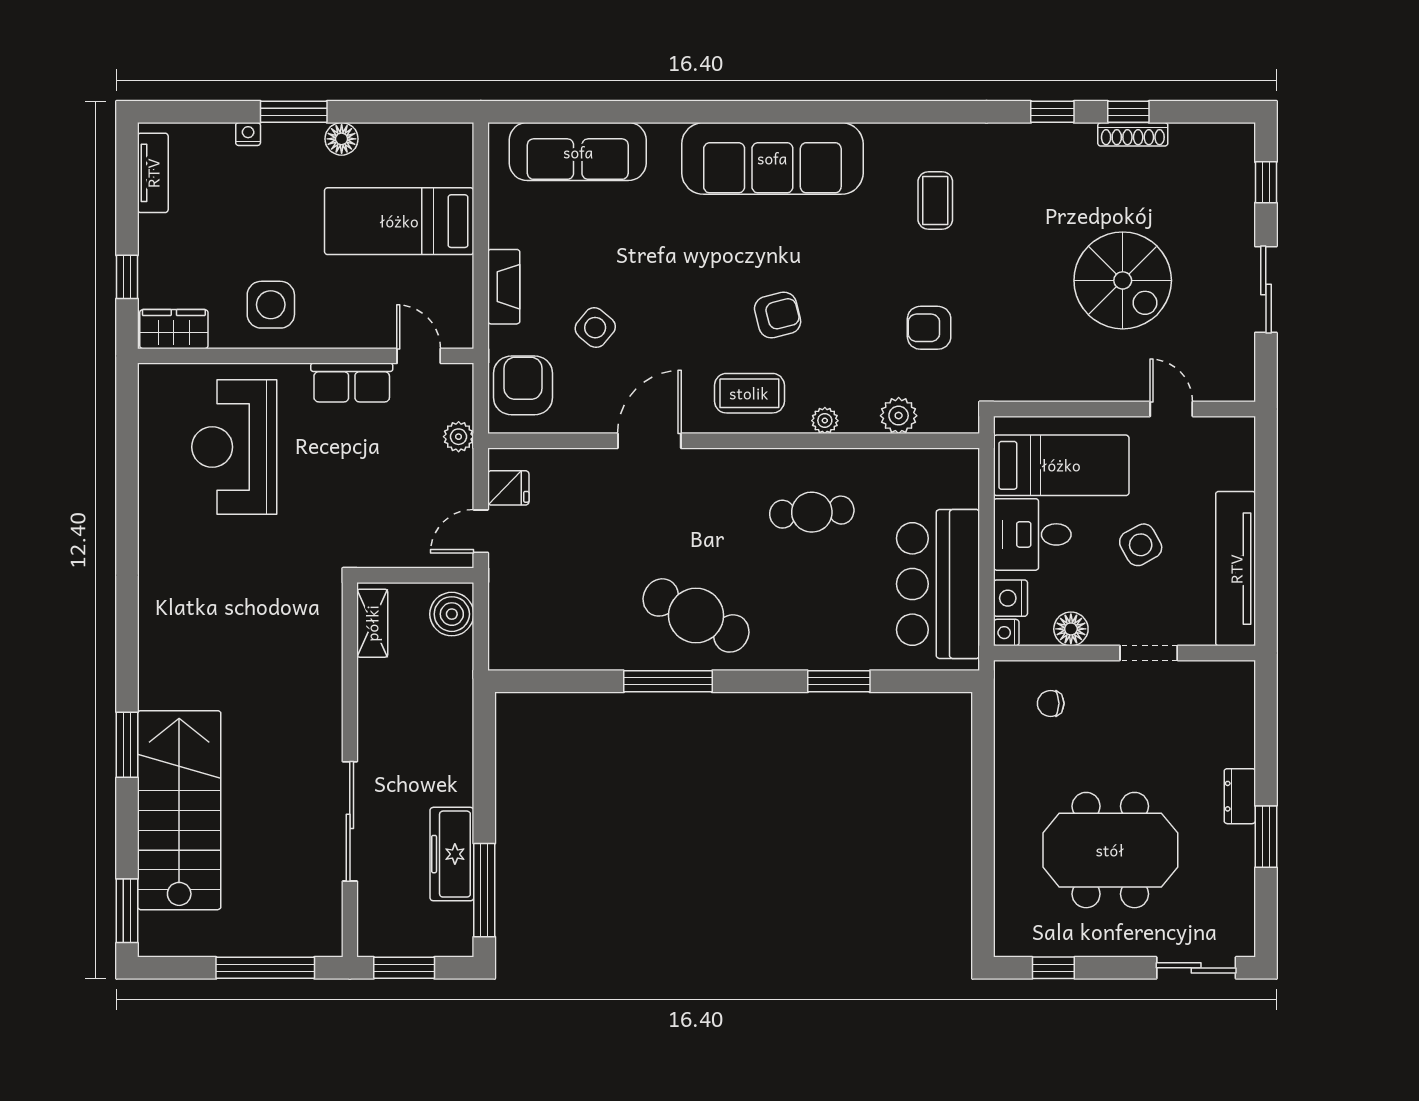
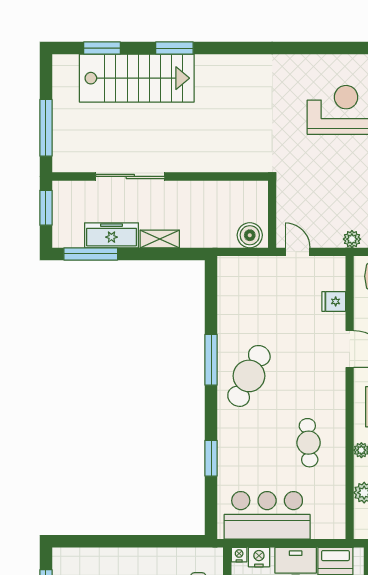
fridge: (508, 488) -> (334, 301), moved, turned 90
shelving: (372, 623) -> (160, 239), moved
window: (127, 911) -> (102, 48), moved

